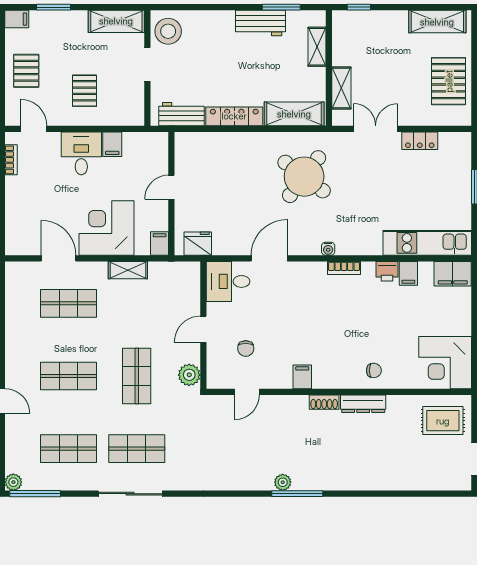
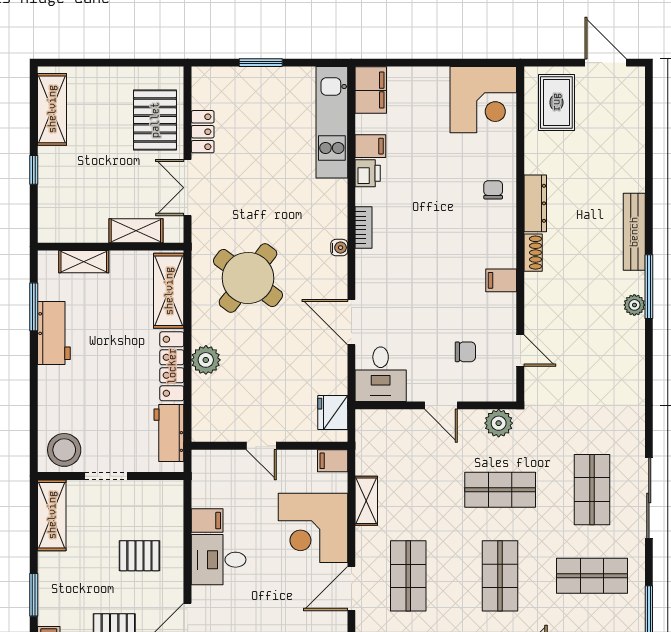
window: (359, 7) -> (34, 170), moved
pallet: (449, 81) -> (155, 120), moved, turned 90
plant: (239, 143) -> (206, 360), added
shop shelf: (69, 449) -> (592, 576), turned 90
bench: (341, 482) -> (634, 232), added

